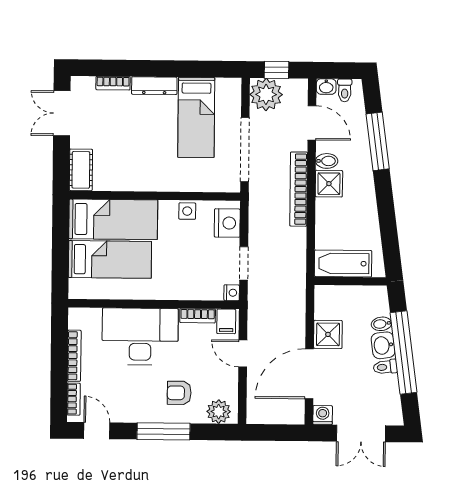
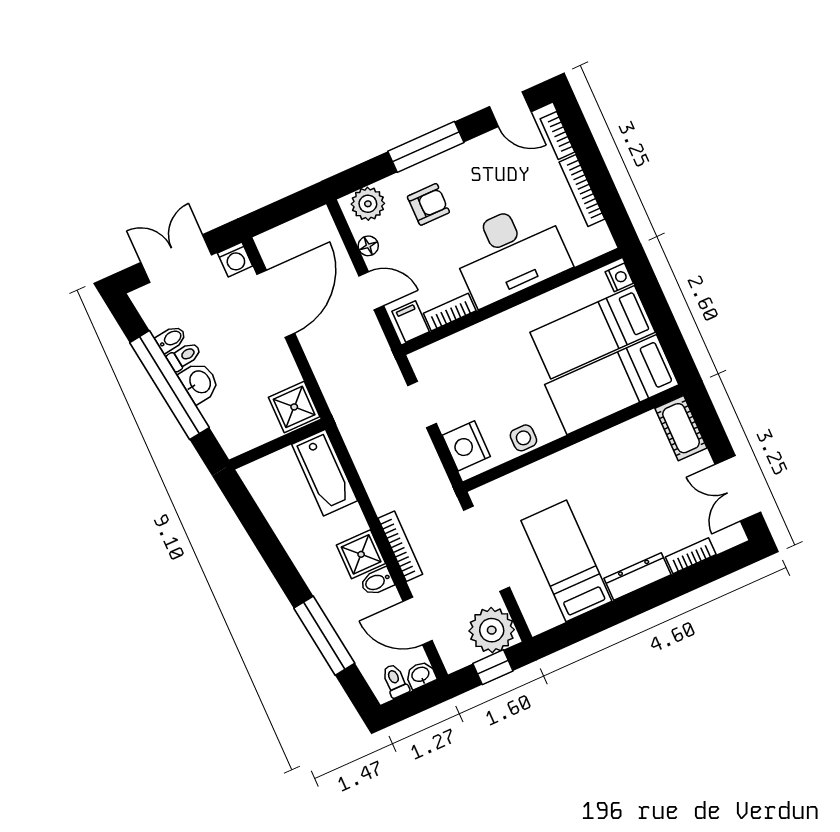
double door: (62, 113) -> (738, 488), swing flipped
bookcase: (299, 189) -> (400, 546), width x0.68, depth x0.76
bathtub: (343, 263) -> (325, 473), moved, turned 90
nightstand: (232, 293) -> (619, 277), moved, turned 180
bidet: (381, 324) -> (171, 339), moved
shower: (328, 334) -> (294, 407), moved
floor lamp: (231, 384) -> (368, 246), added

